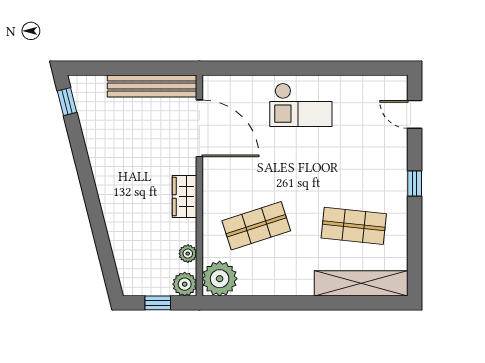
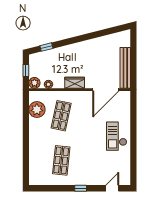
window: (67, 102) -> (46, 47), moved
shop shelf: (256, 226) -> (61, 116), turned 30
plant: (220, 279) -> (37, 110), moved
shelving: (361, 283) -> (35, 164), removed

